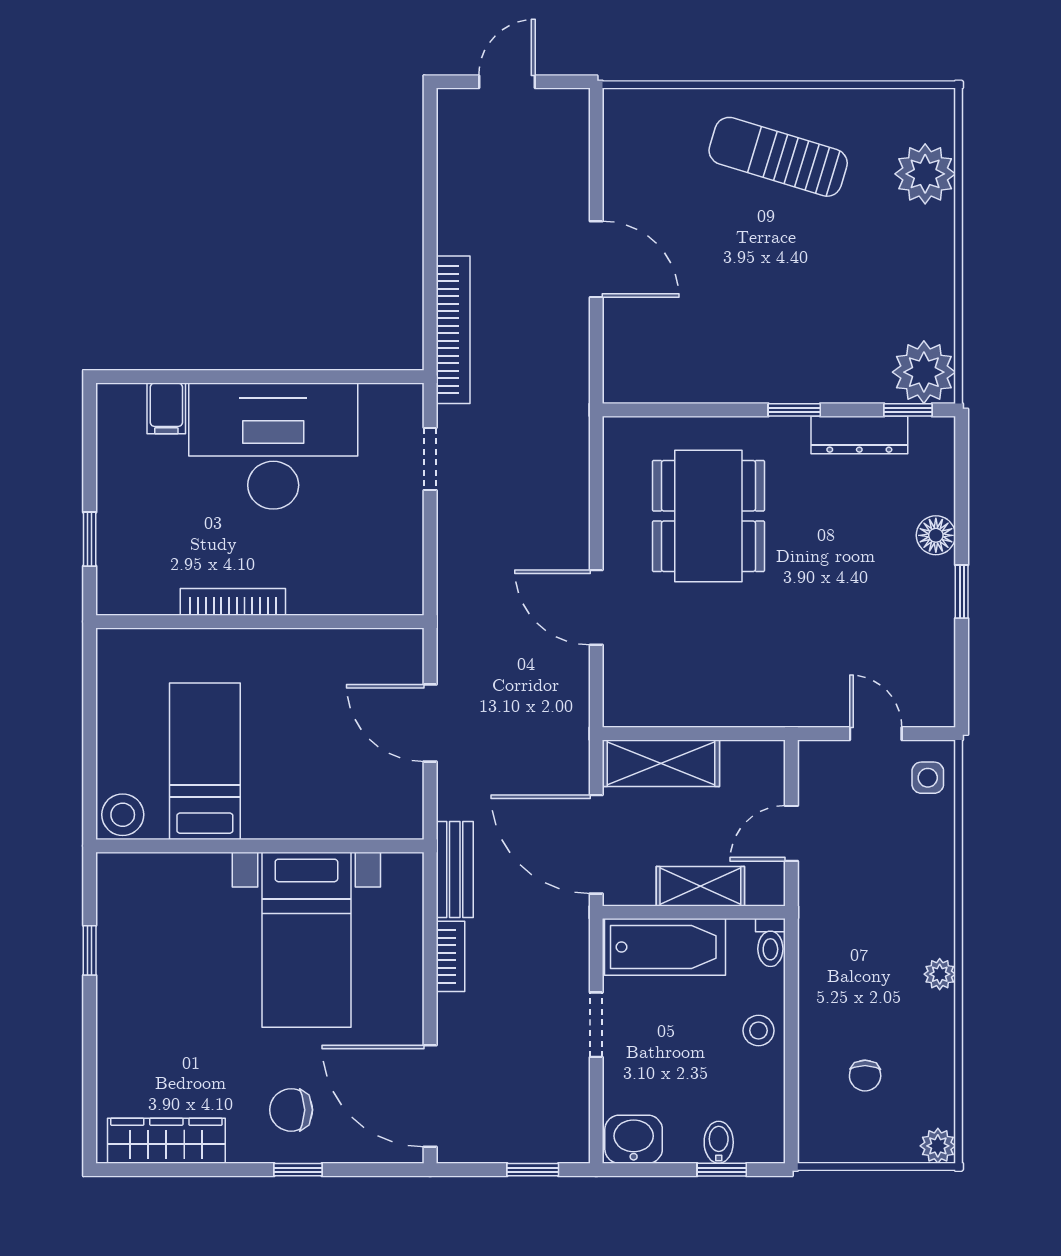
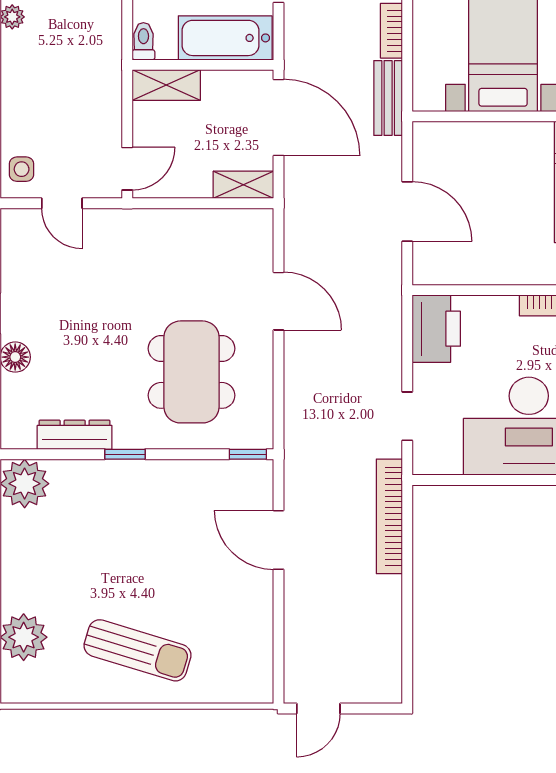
door: (507, 82) -> (318, 709), moved
door: (596, 259) -> (278, 540), moved
window: (908, 410) -> (248, 454), moved
printer: (393, 572) -> (436, 329), added
shelving: (661, 763) -> (243, 185), width x0.67, depth x0.75
door: (791, 833) -> (127, 169), moved
shelving: (700, 886) -> (166, 85), moved

